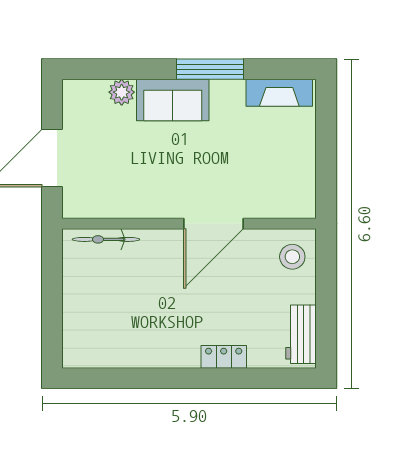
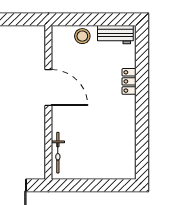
stool: (292, 257) -> (82, 36), moved

